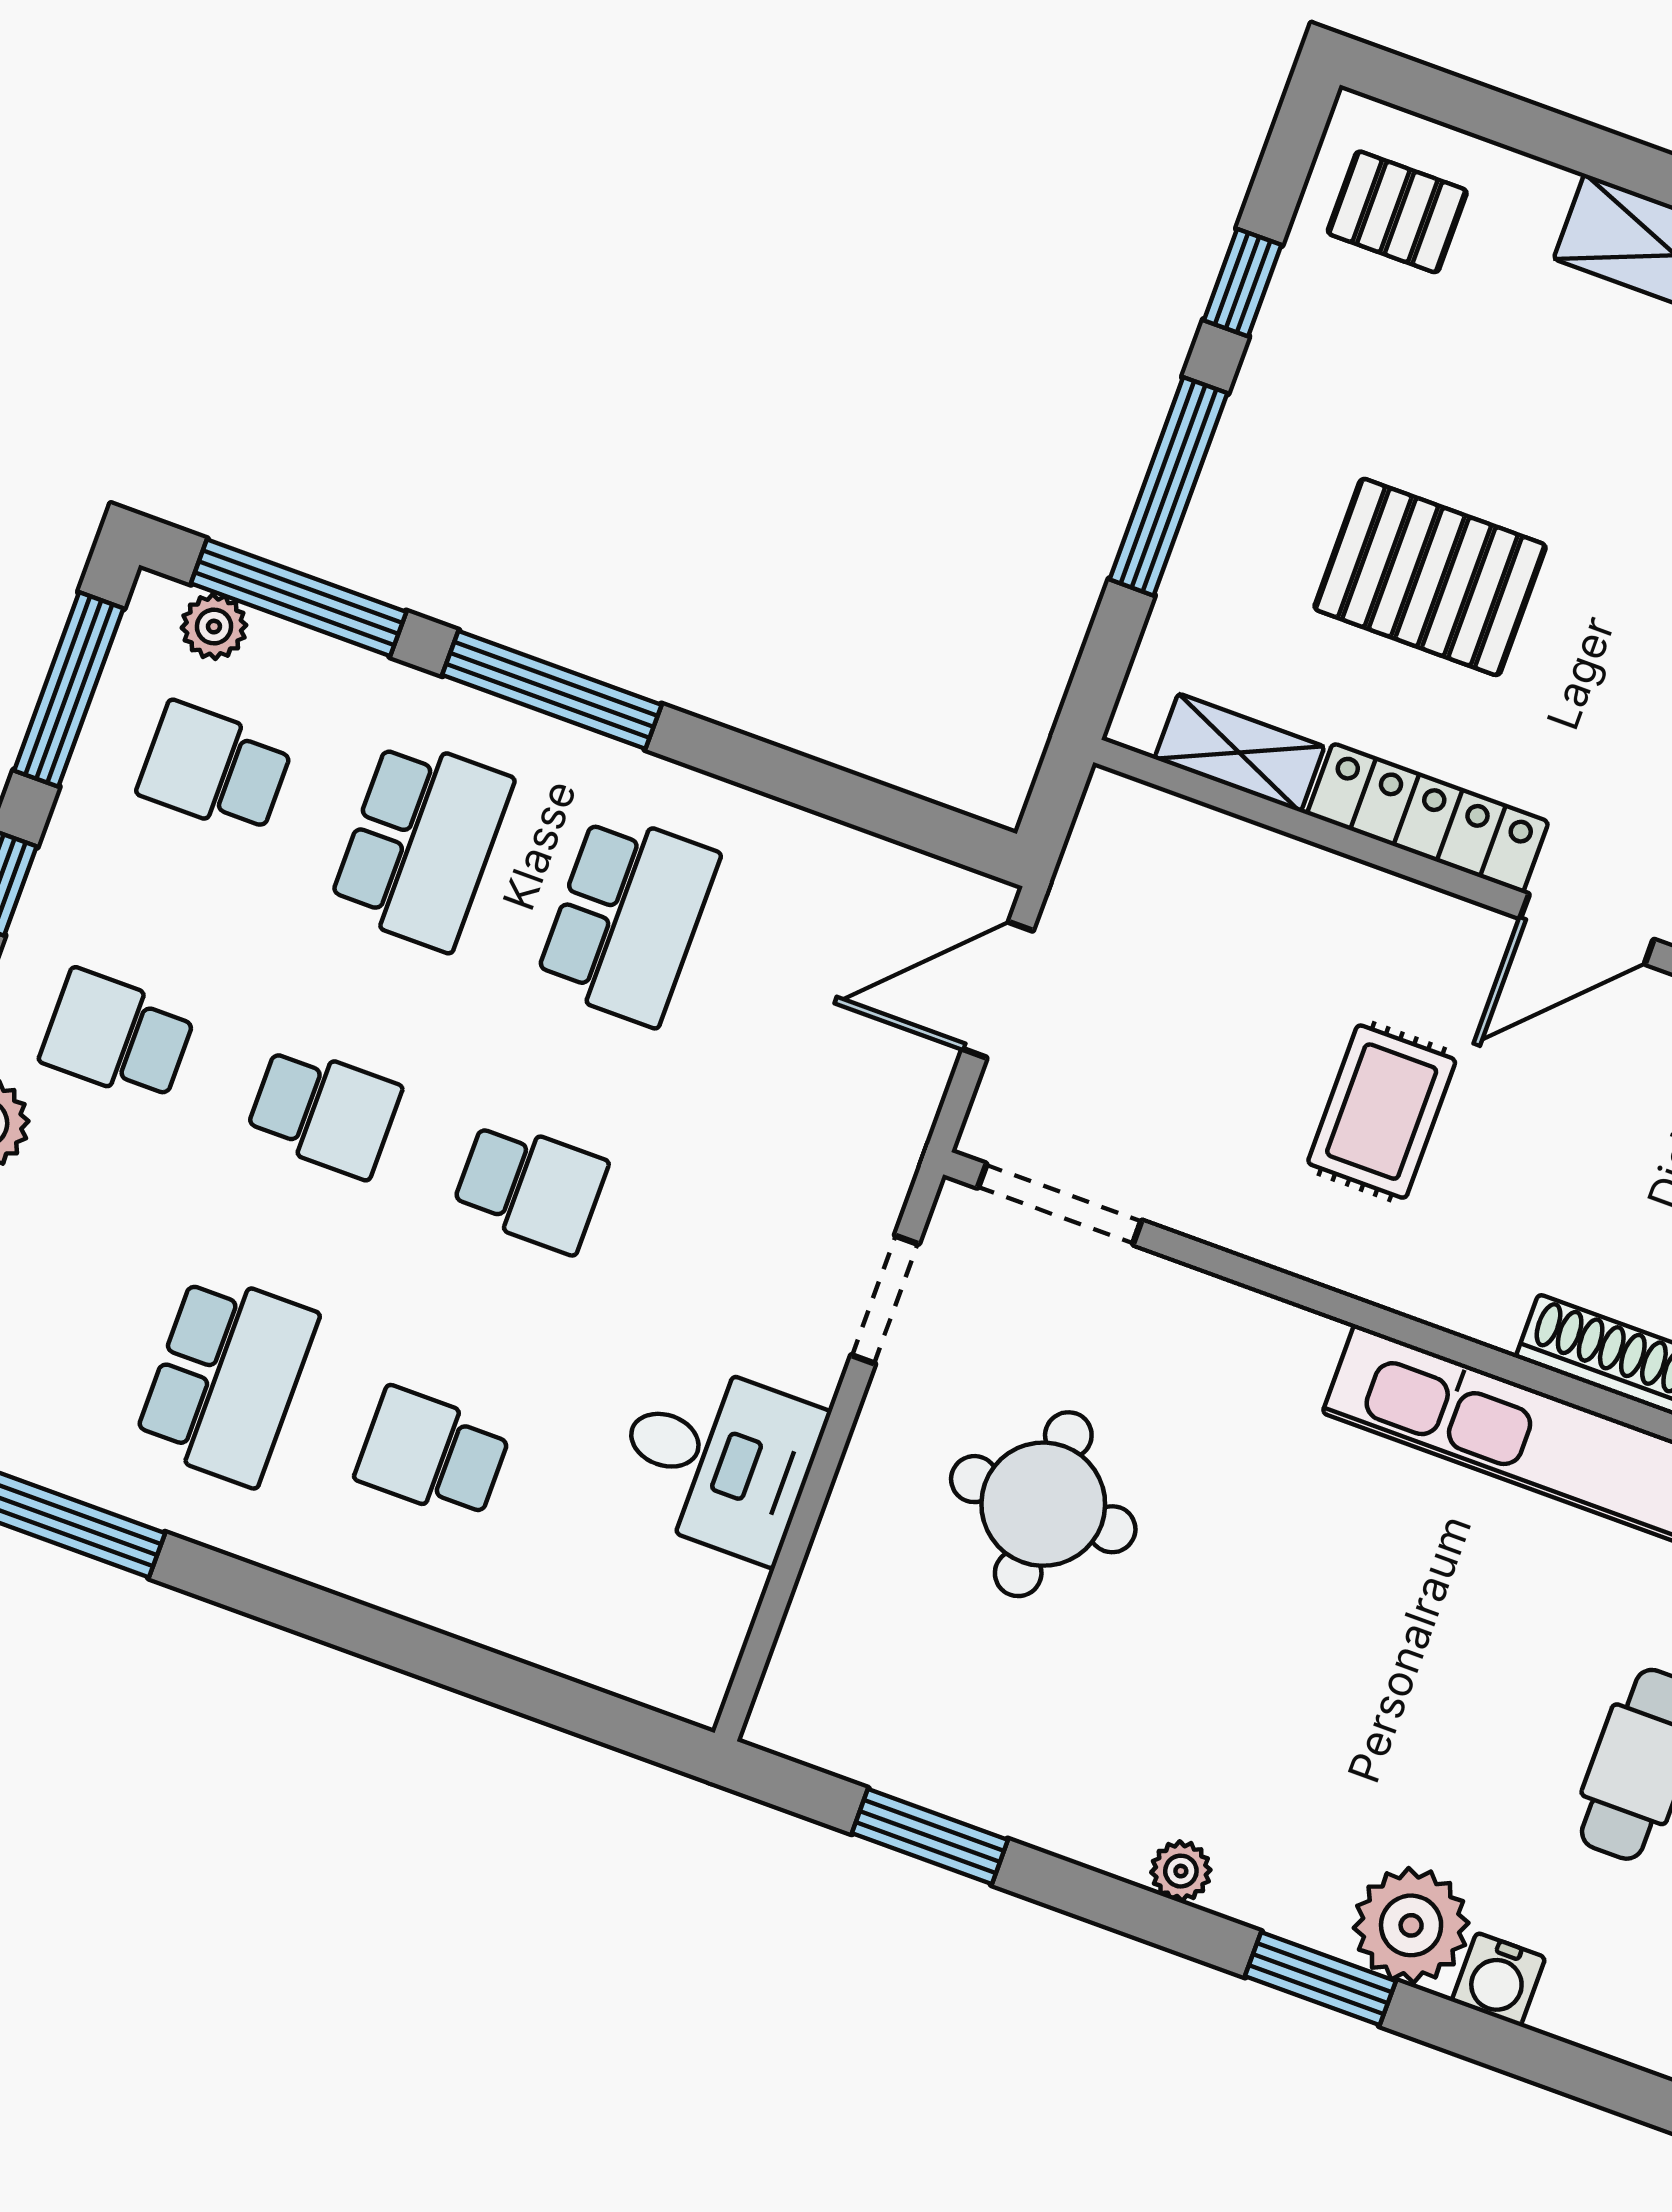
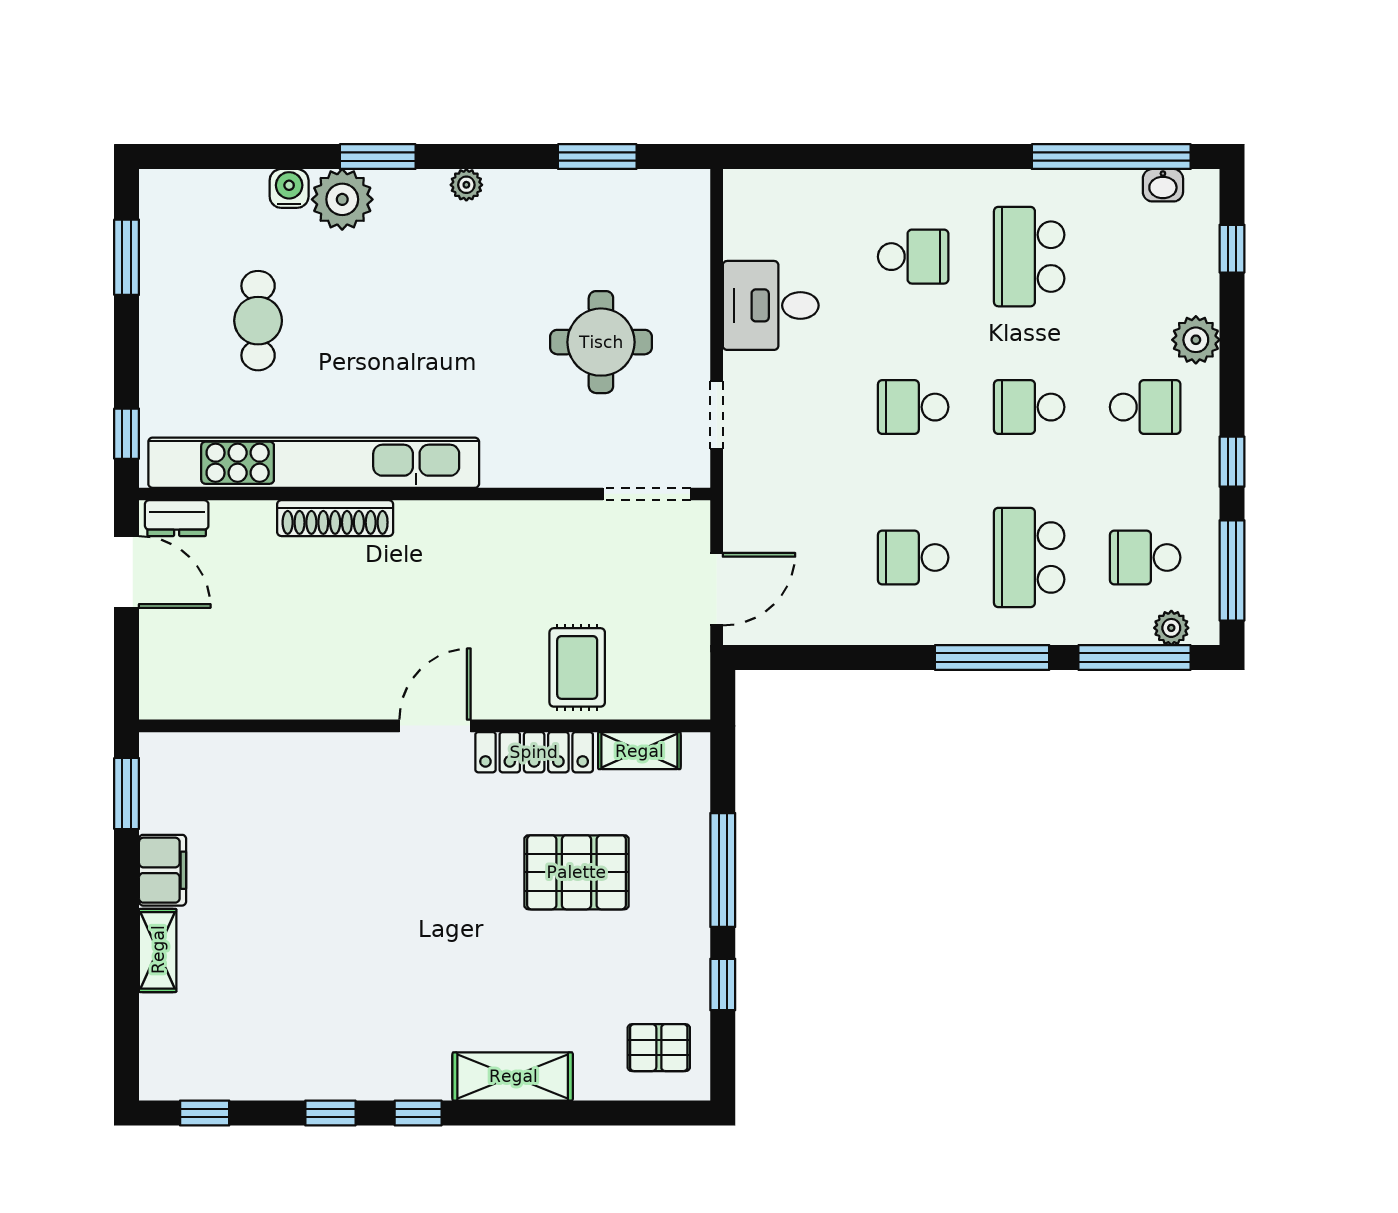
school desk: (215, 769) -> (1145, 557), turned 180
school desk: (627, 919) -> (913, 557), width x0.54
rug: (1382, 1112) -> (577, 667), moved

